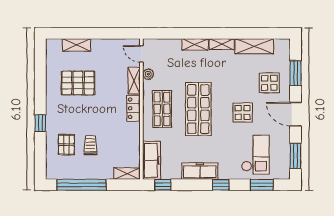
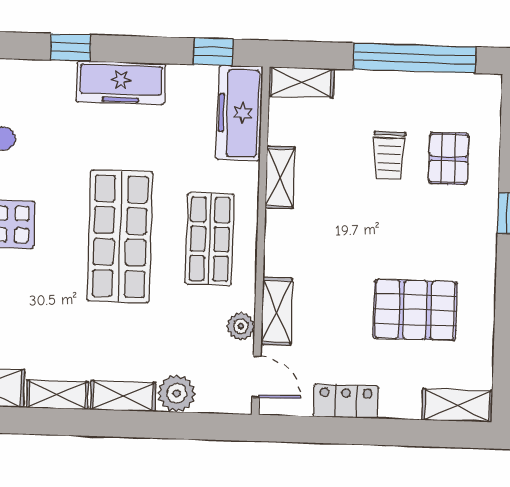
shelving: (77, 45) -> (457, 405), moved
plant: (173, 46) -> (177, 393), added
locker: (133, 108) -> (346, 401), moved, turned -90
shelving: (134, 135) -> (280, 177), added

